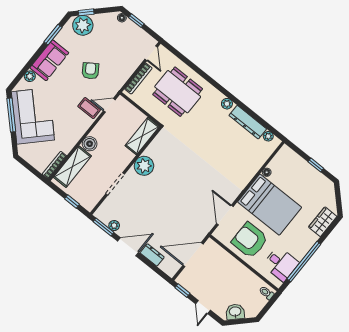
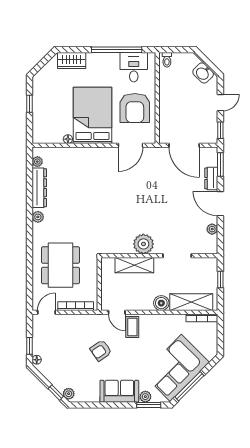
plant: (83, 25) -> (69, 394), width x0.53, depth x0.53
window: (53, 35) -> (149, 405), moved
shelving: (142, 136) -> (134, 265), moved
window: (103, 227) -> (220, 165), moved

